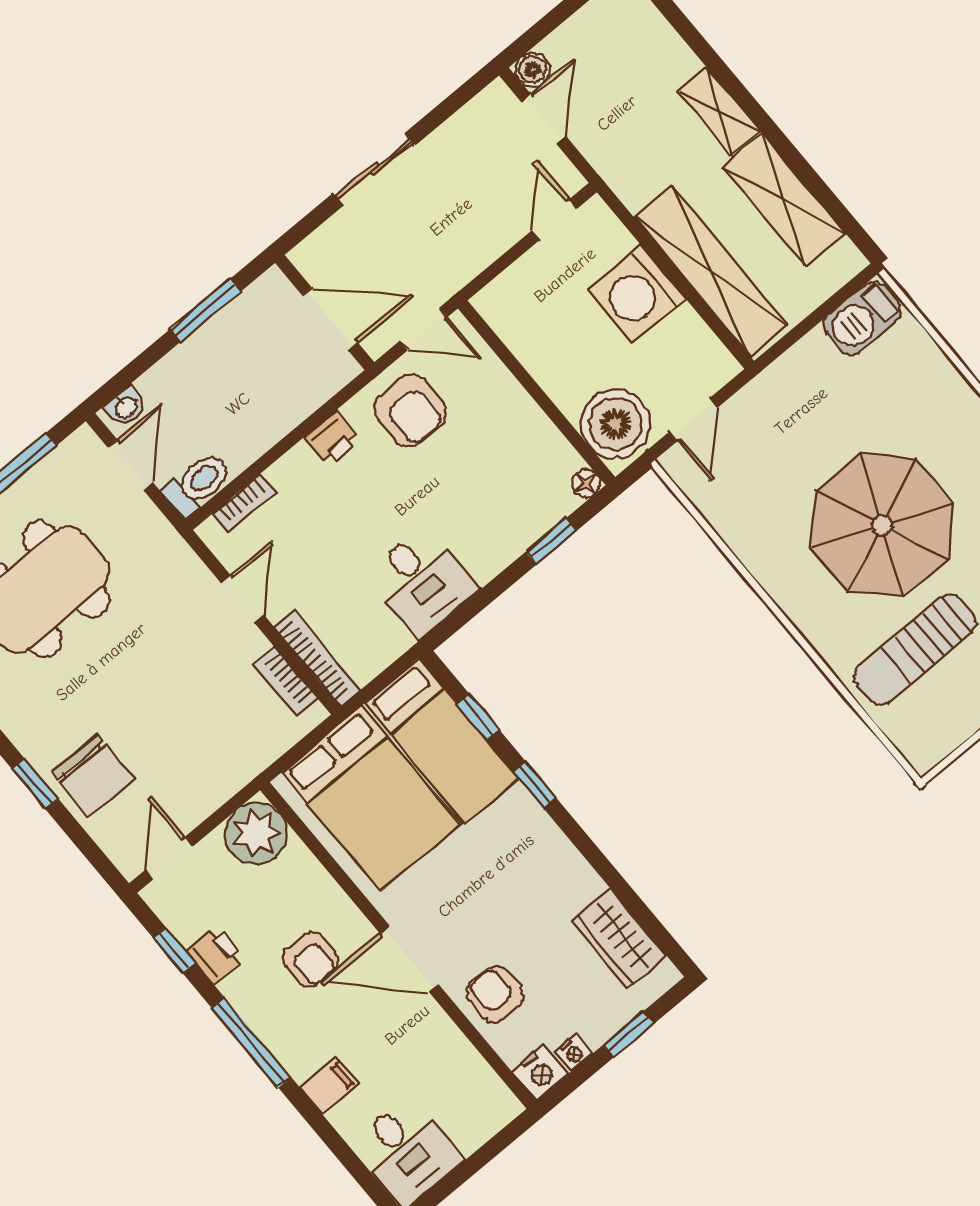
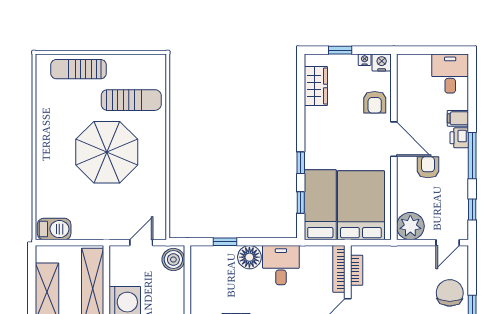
boiler: (615, 424) -> (173, 260), width x0.73, depth x0.73
floor lamp: (586, 483) -> (249, 257), moved, width x1.89, depth x1.89
printer: (215, 955) -> (459, 138), moved

